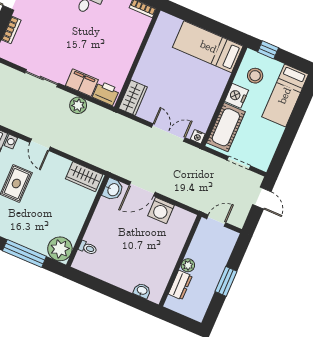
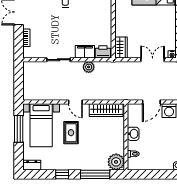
wardrobe: (84, 177) -> (106, 110), width x1.50
washbasin: (113, 189) -> (133, 134), moved

